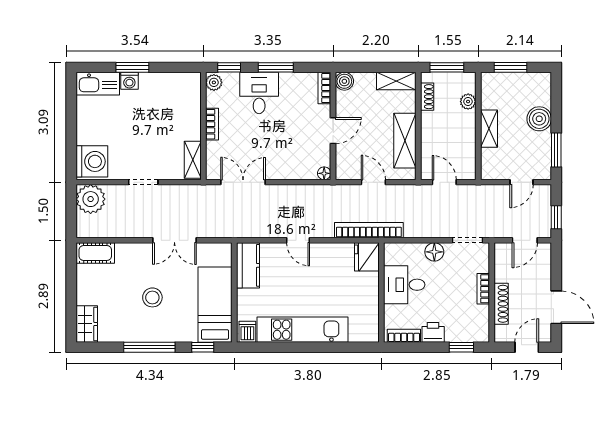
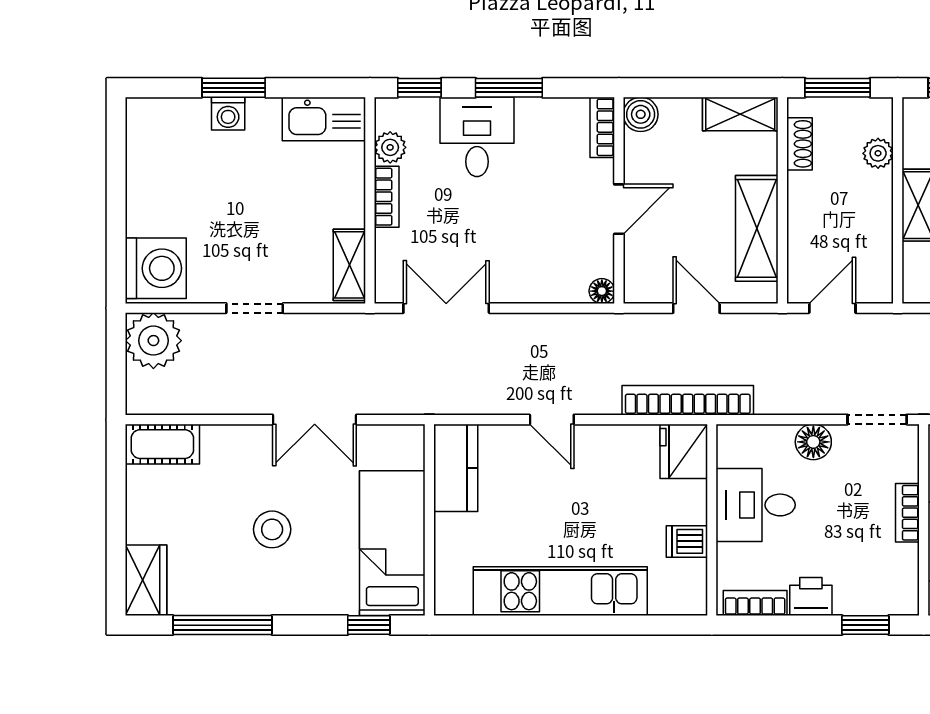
plant: (214, 82) -> (390, 147), moved
kitchen sink: (98, 84) -> (324, 119), moved
door: (444, 182) -> (832, 308), hinge flipped
dishwasher: (247, 332) -> (687, 541), moved, turned -90
window: (149, 347) -> (222, 625), moved

